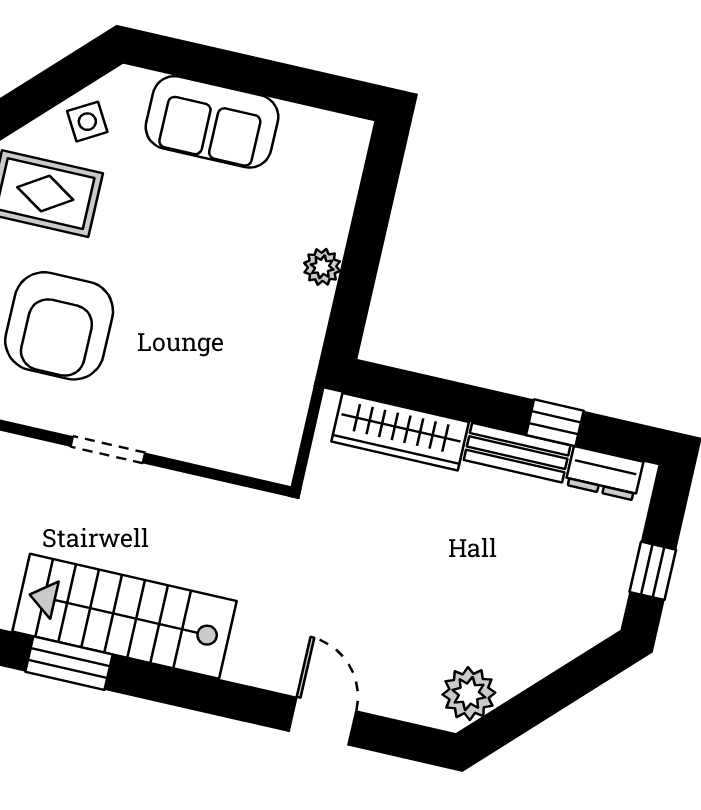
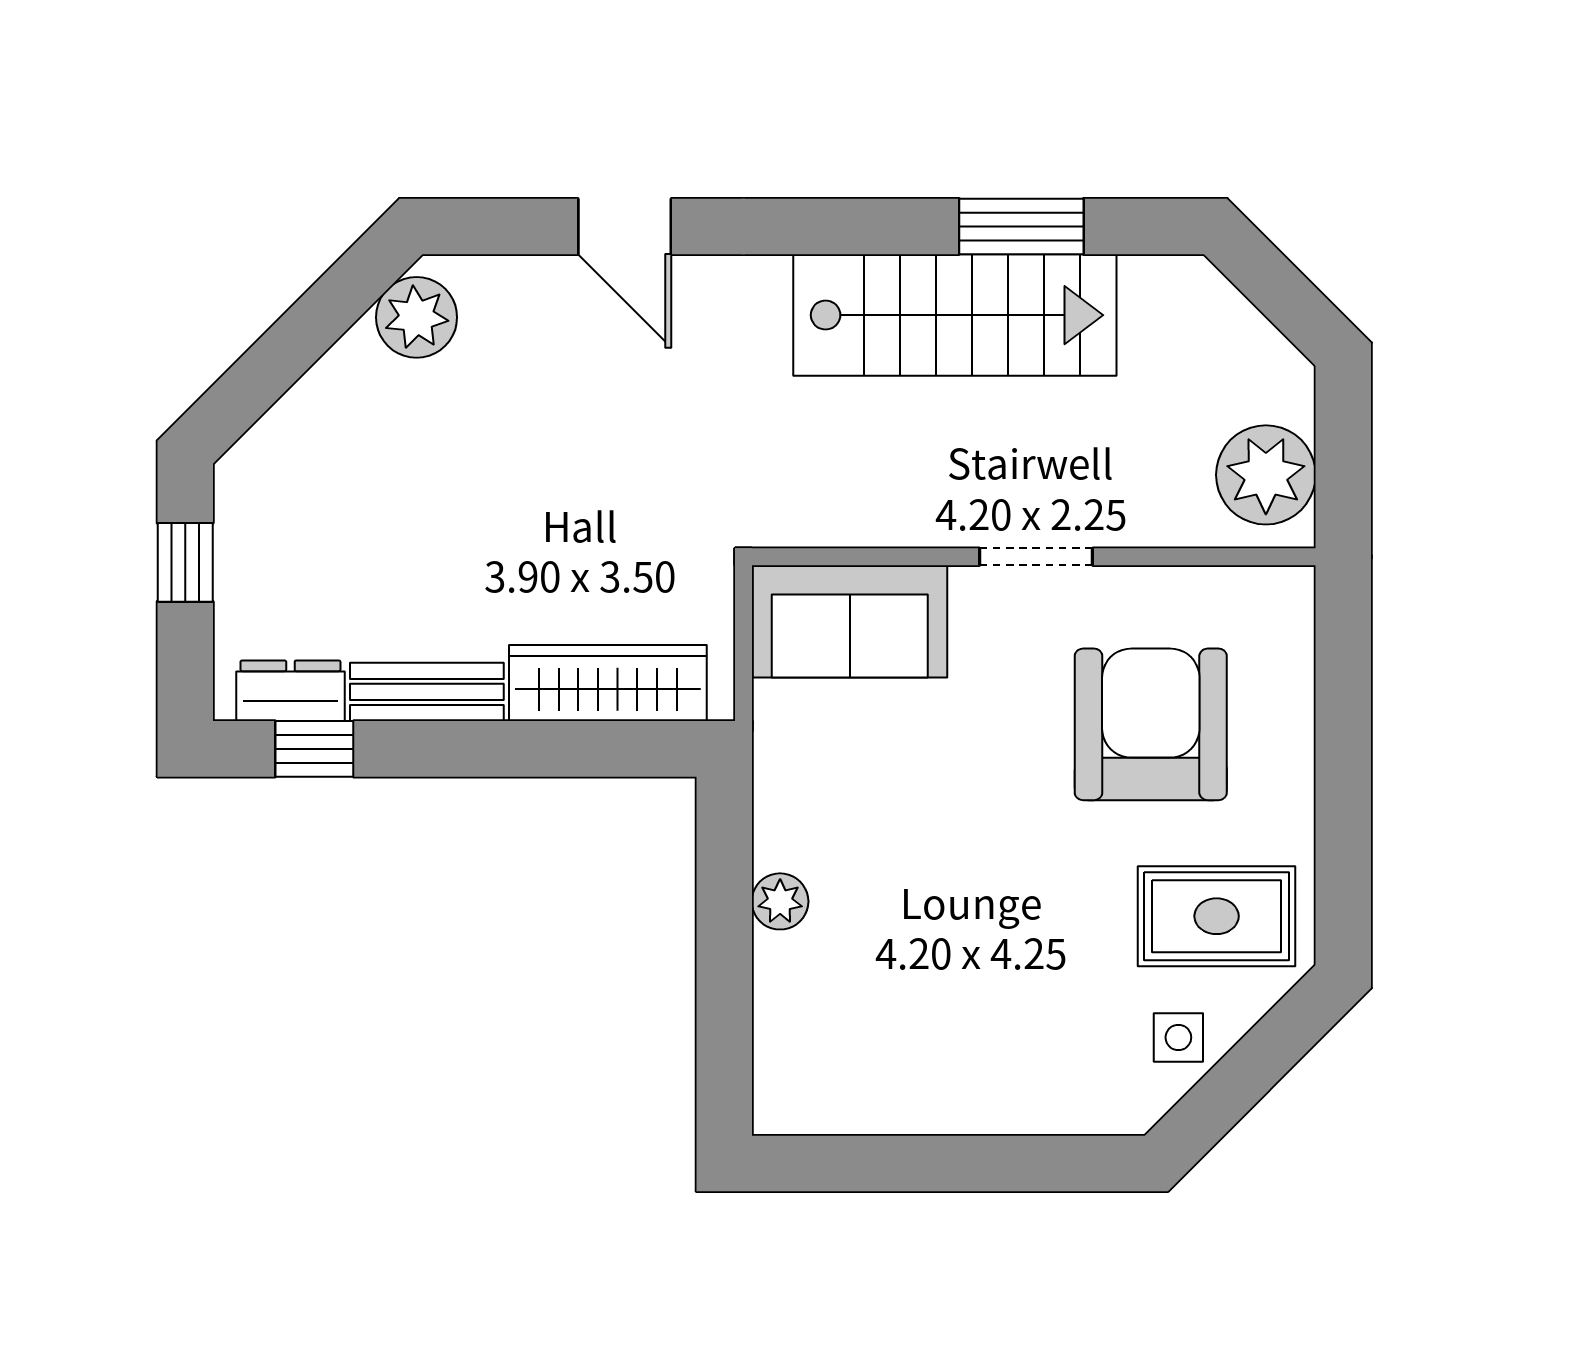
side table: (87, 122) -> (1178, 1037), turned 30
sofa: (212, 122) -> (850, 621), moved, turned 180
window: (555, 423) -> (314, 749), moved

